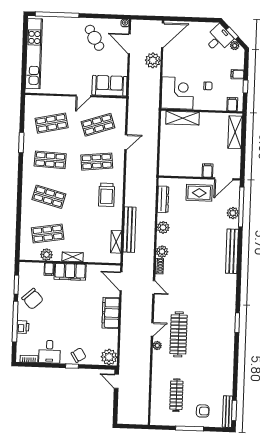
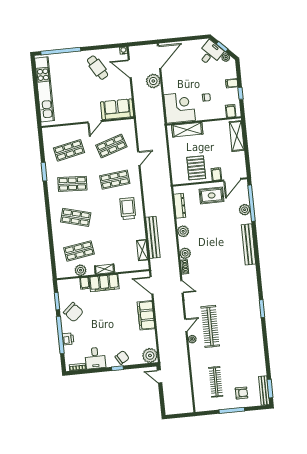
pallet: (187, 161) -> (196, 168), added
trolley: (107, 195) -> (128, 209), turned 180

